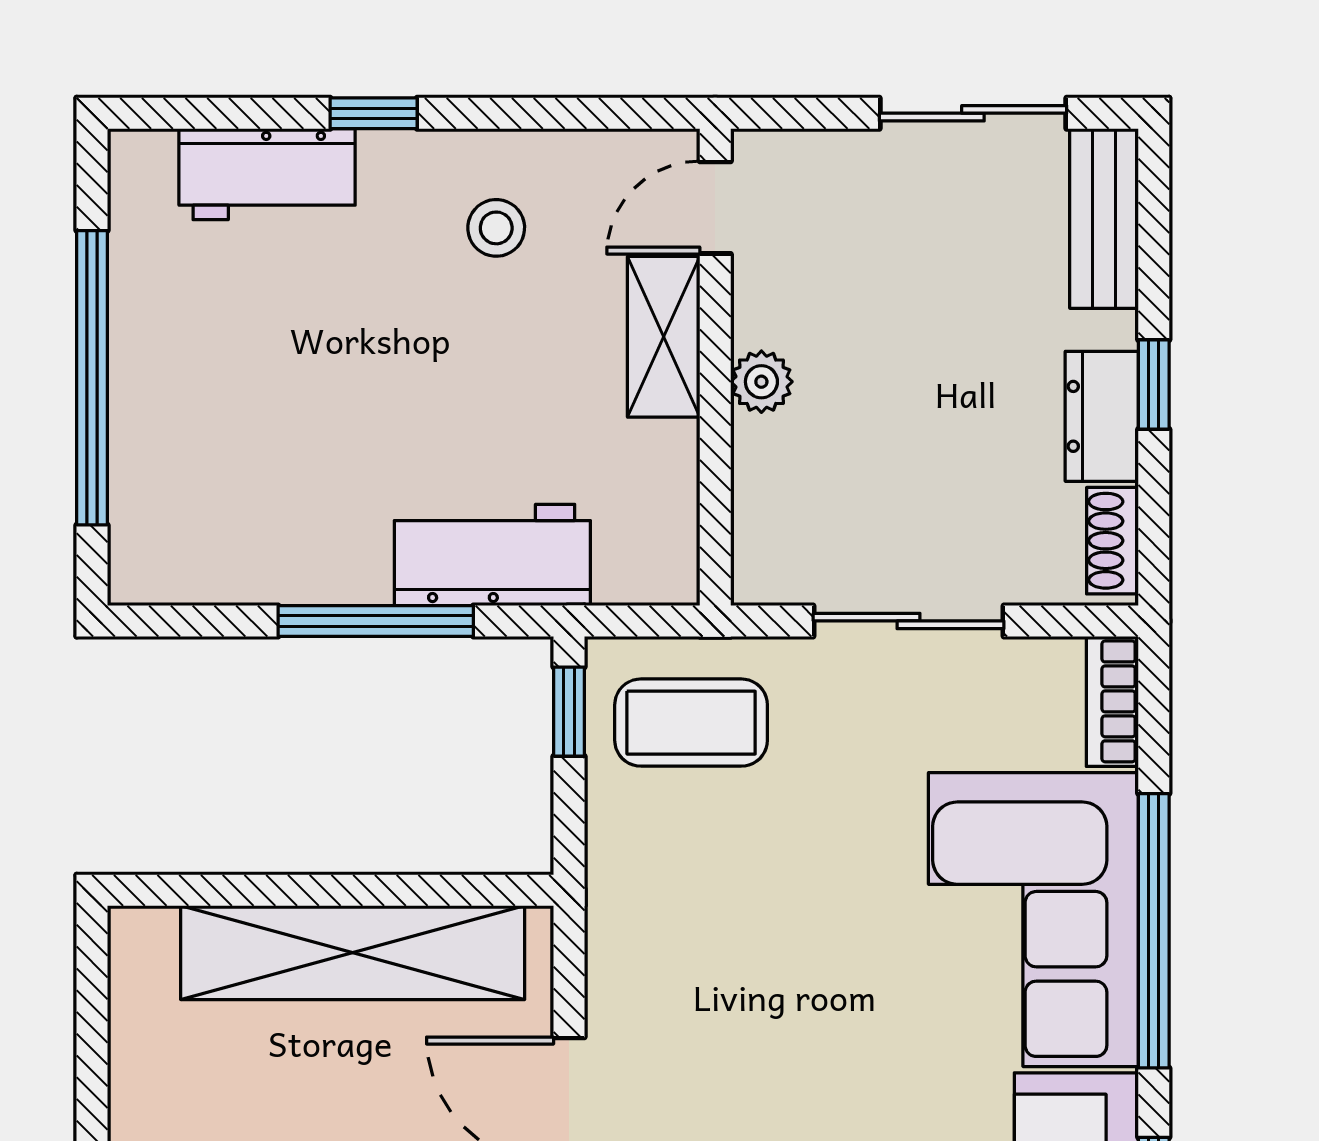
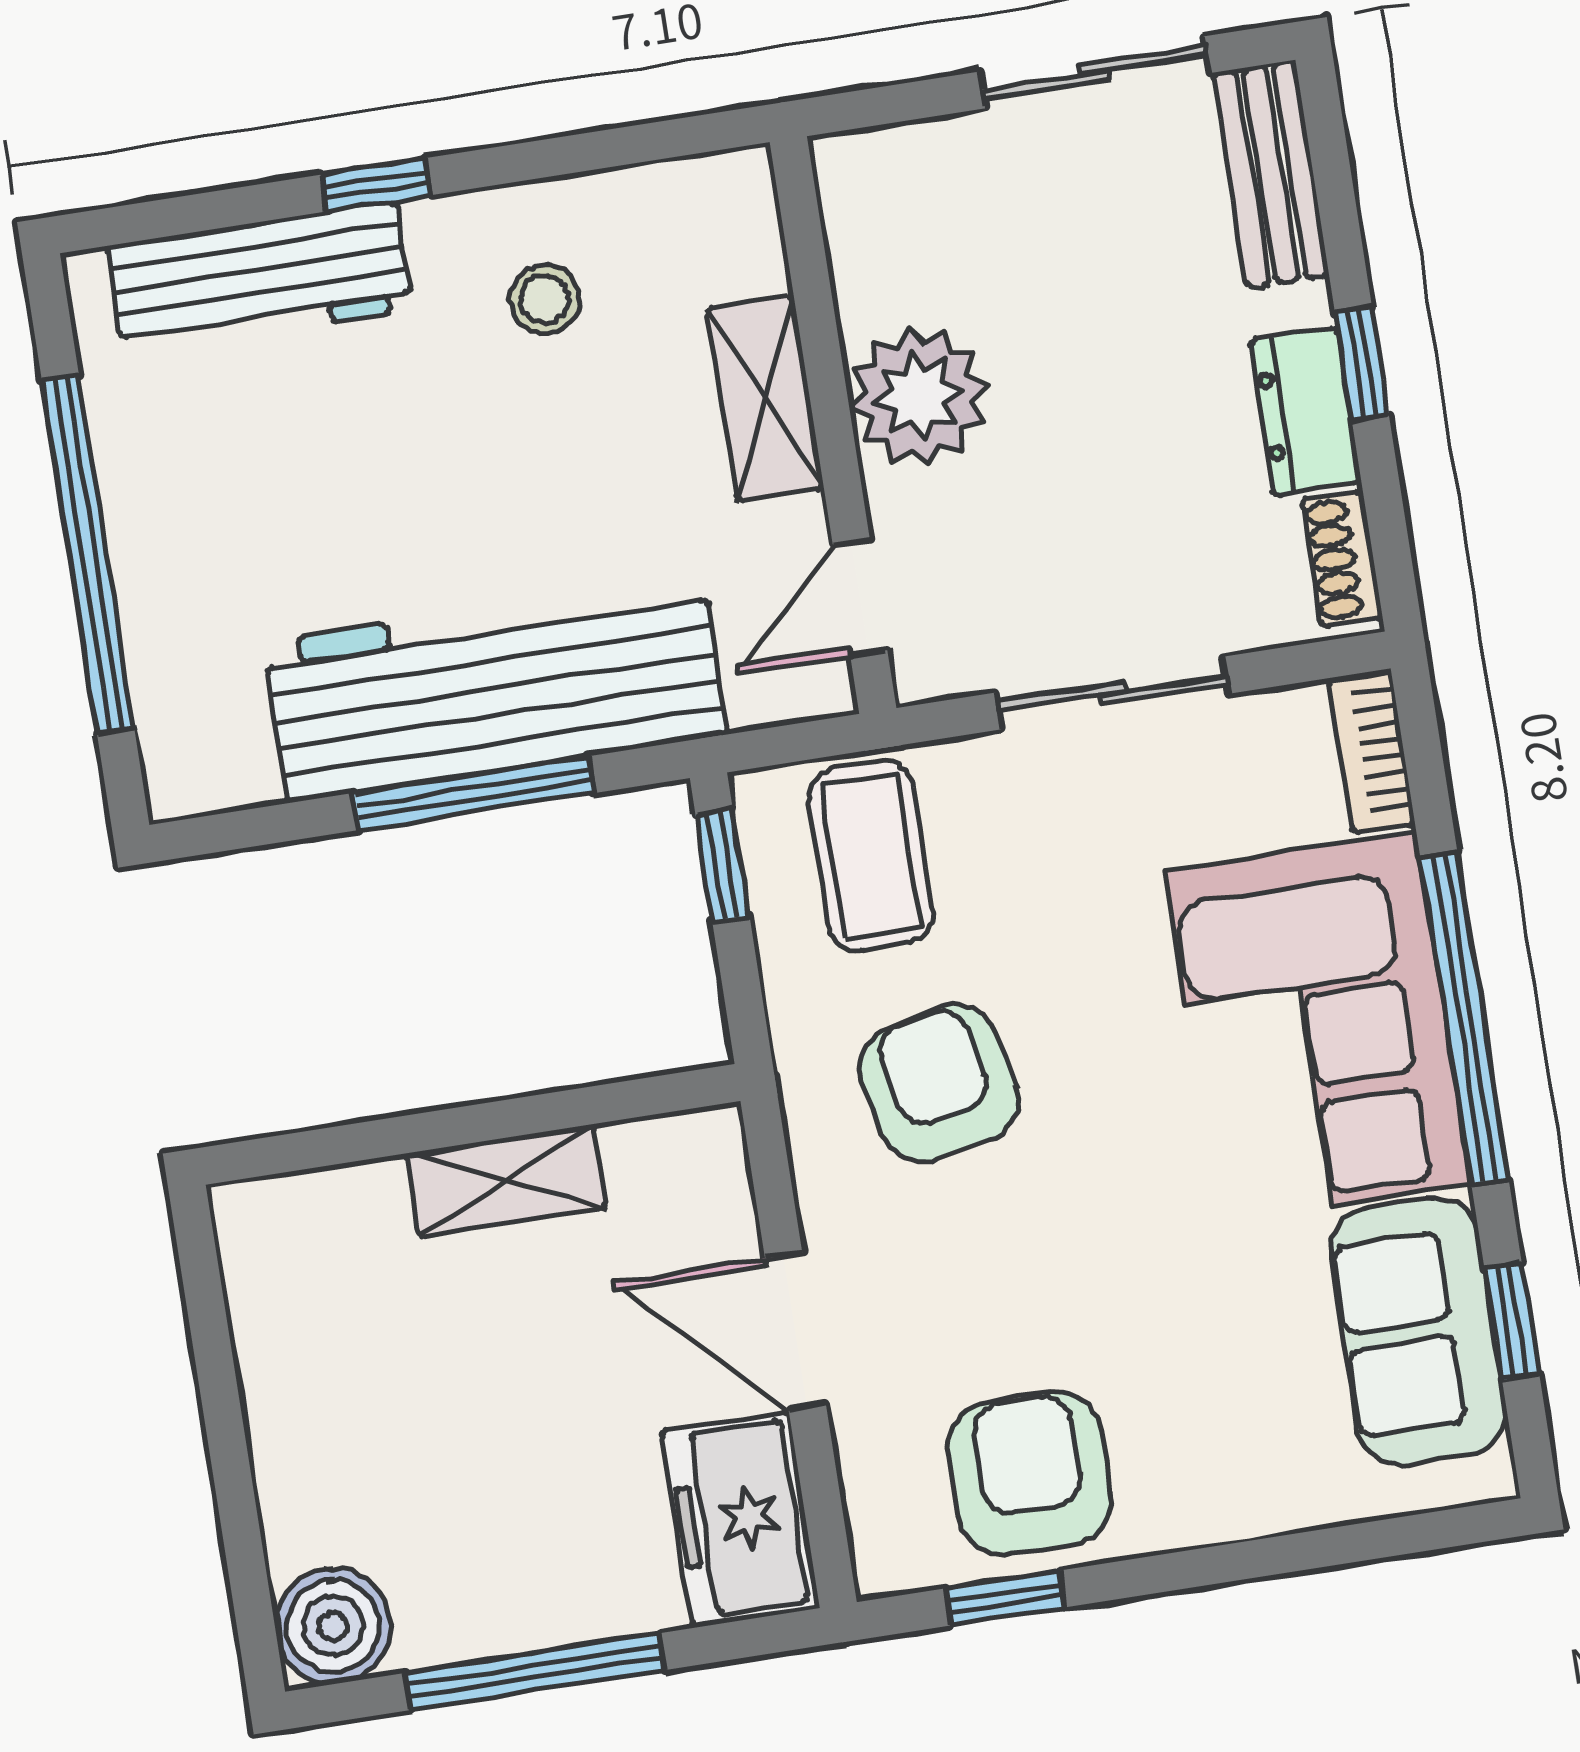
workbench: (267, 174) -> (260, 278), width x1.38
door: (715, 208) -> (860, 597), moved
plant: (761, 382) -> (919, 396), width x1.87, depth x1.87
workbench: (492, 555) -> (495, 689), width x1.88, depth x1.32
coffee table: (691, 723) -> (871, 856), turned 90
armchair: (718, 917) -> (939, 1083), added
shelving: (353, 953) -> (506, 1181), width x0.45, depth x0.75

